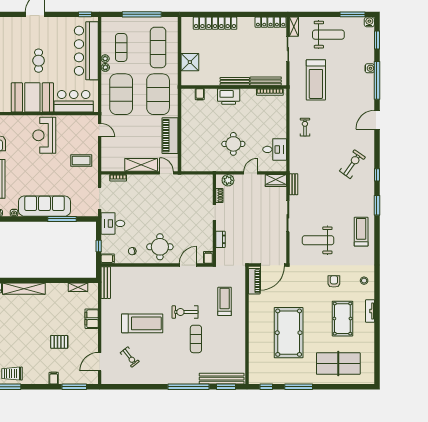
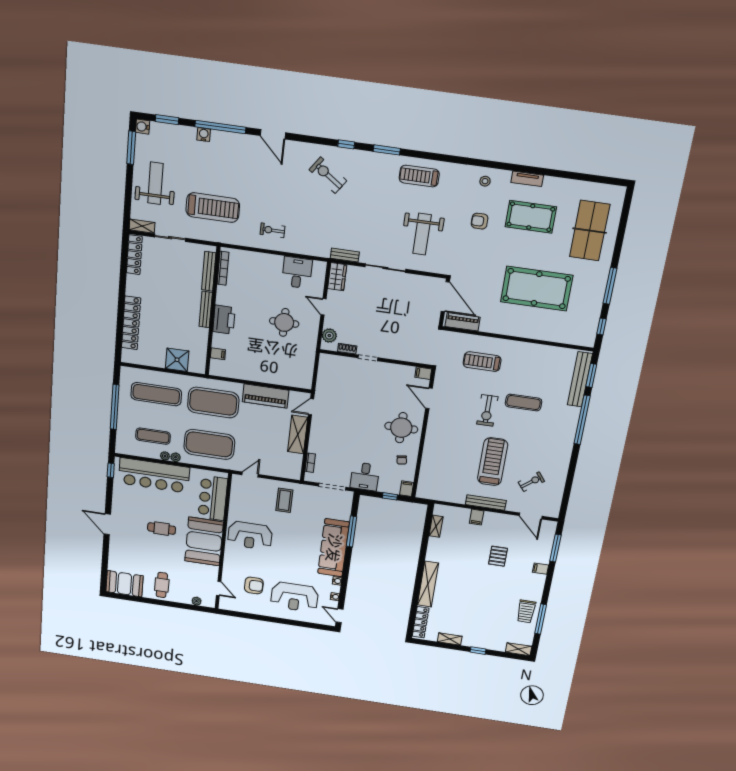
dresser: (220, 239) -> (403, 355), removed
bench: (106, 283) -> (486, 502), moved
filing cabinet: (92, 319) -> (477, 517), width x0.50

